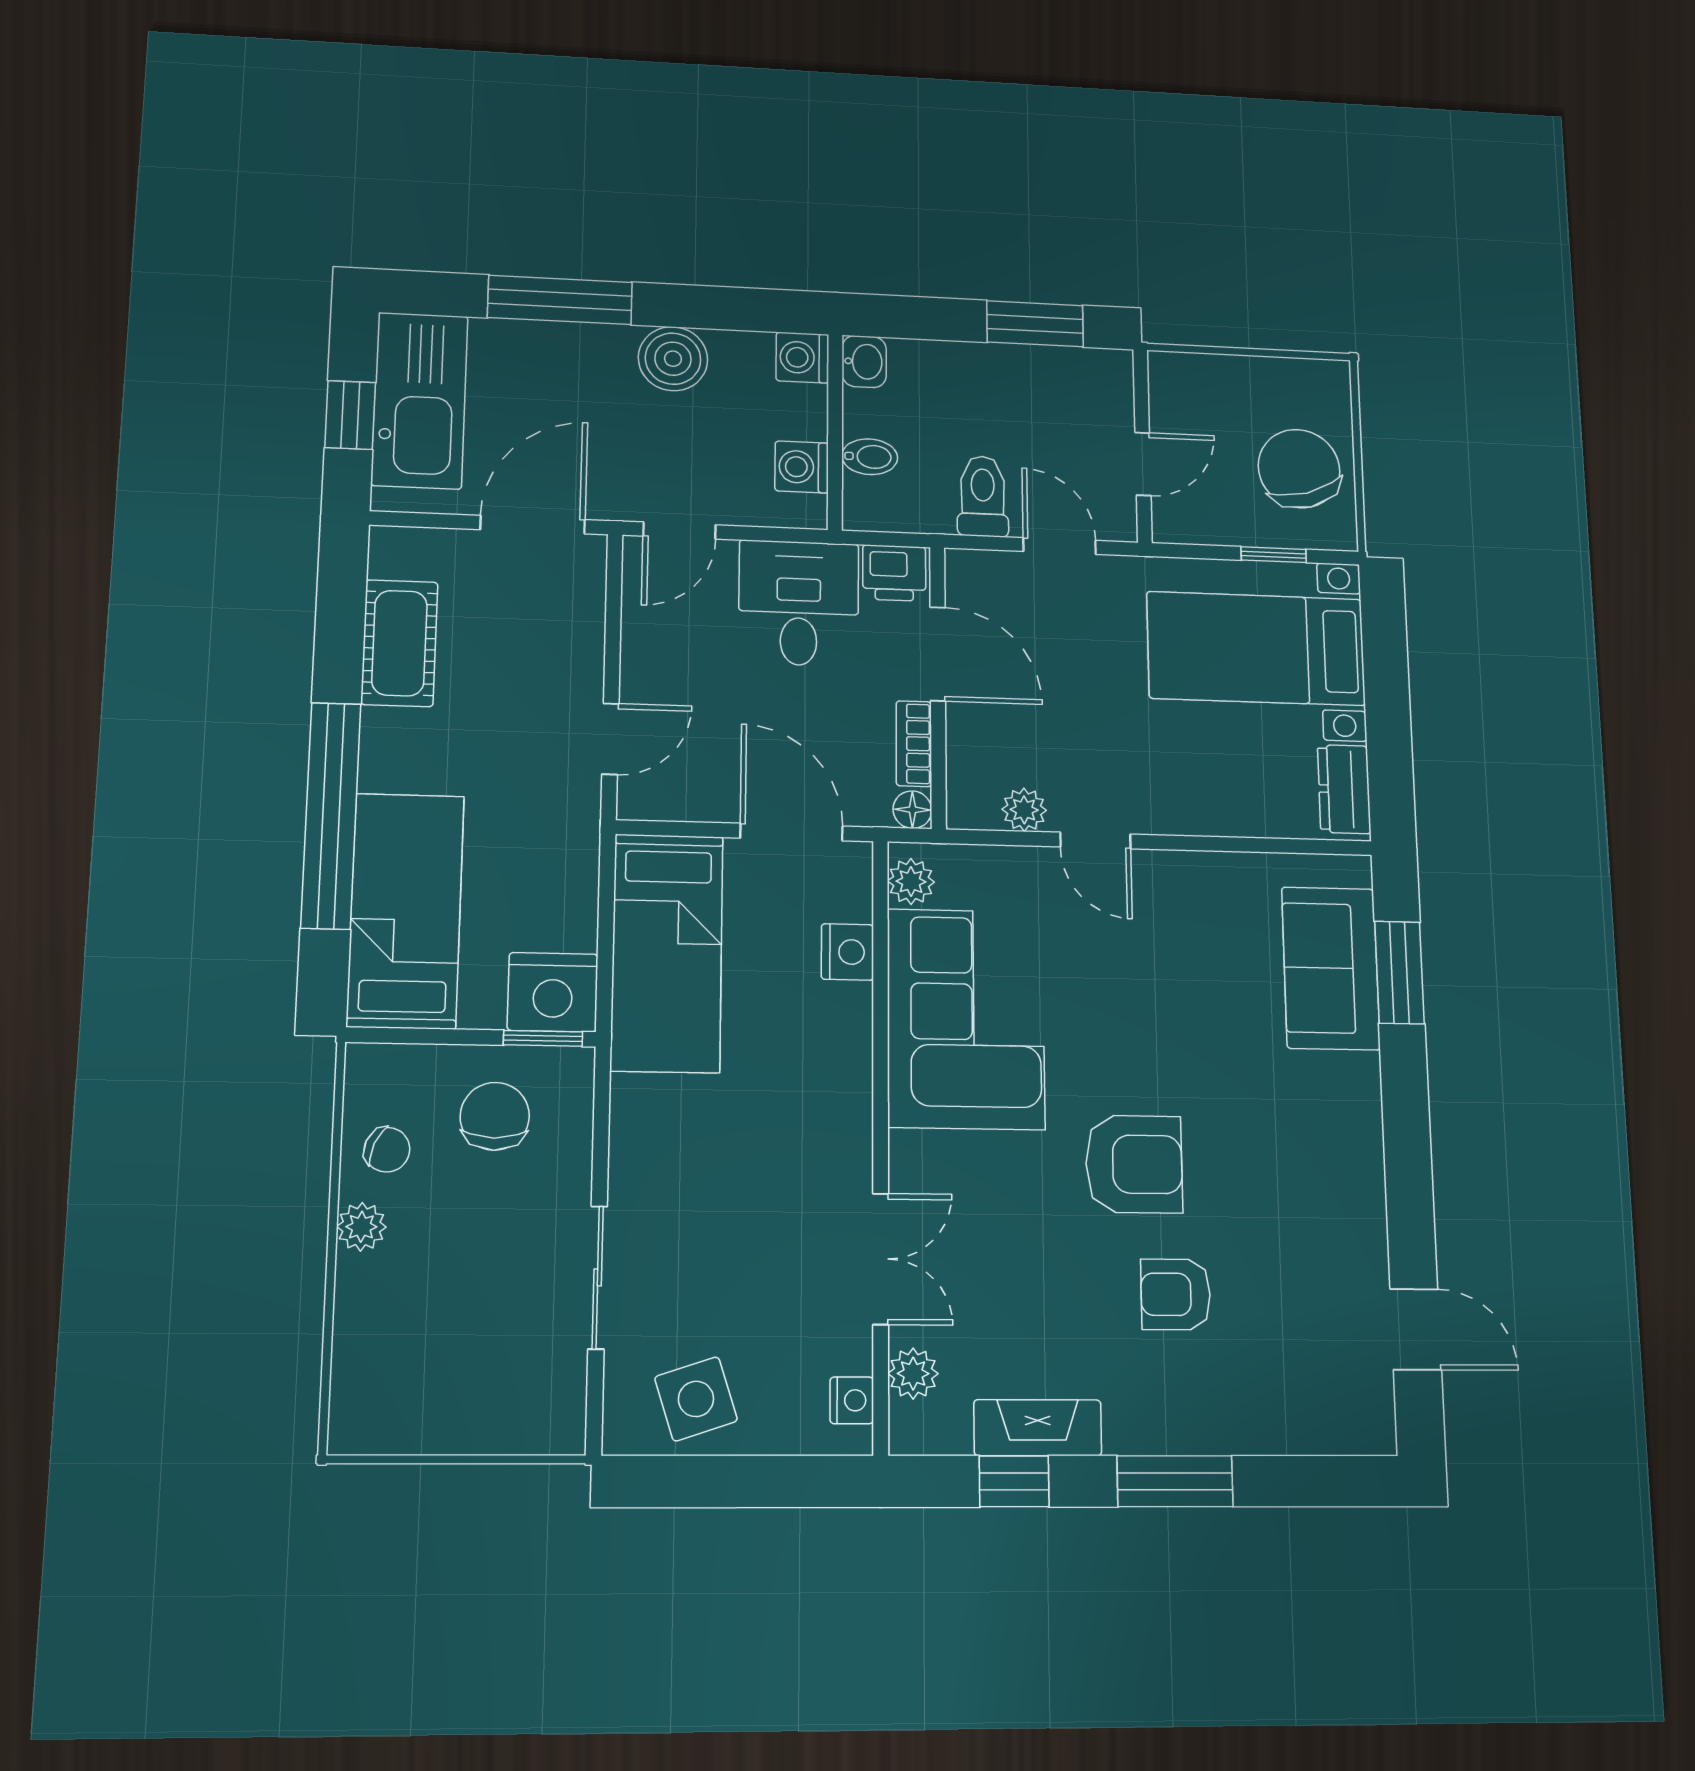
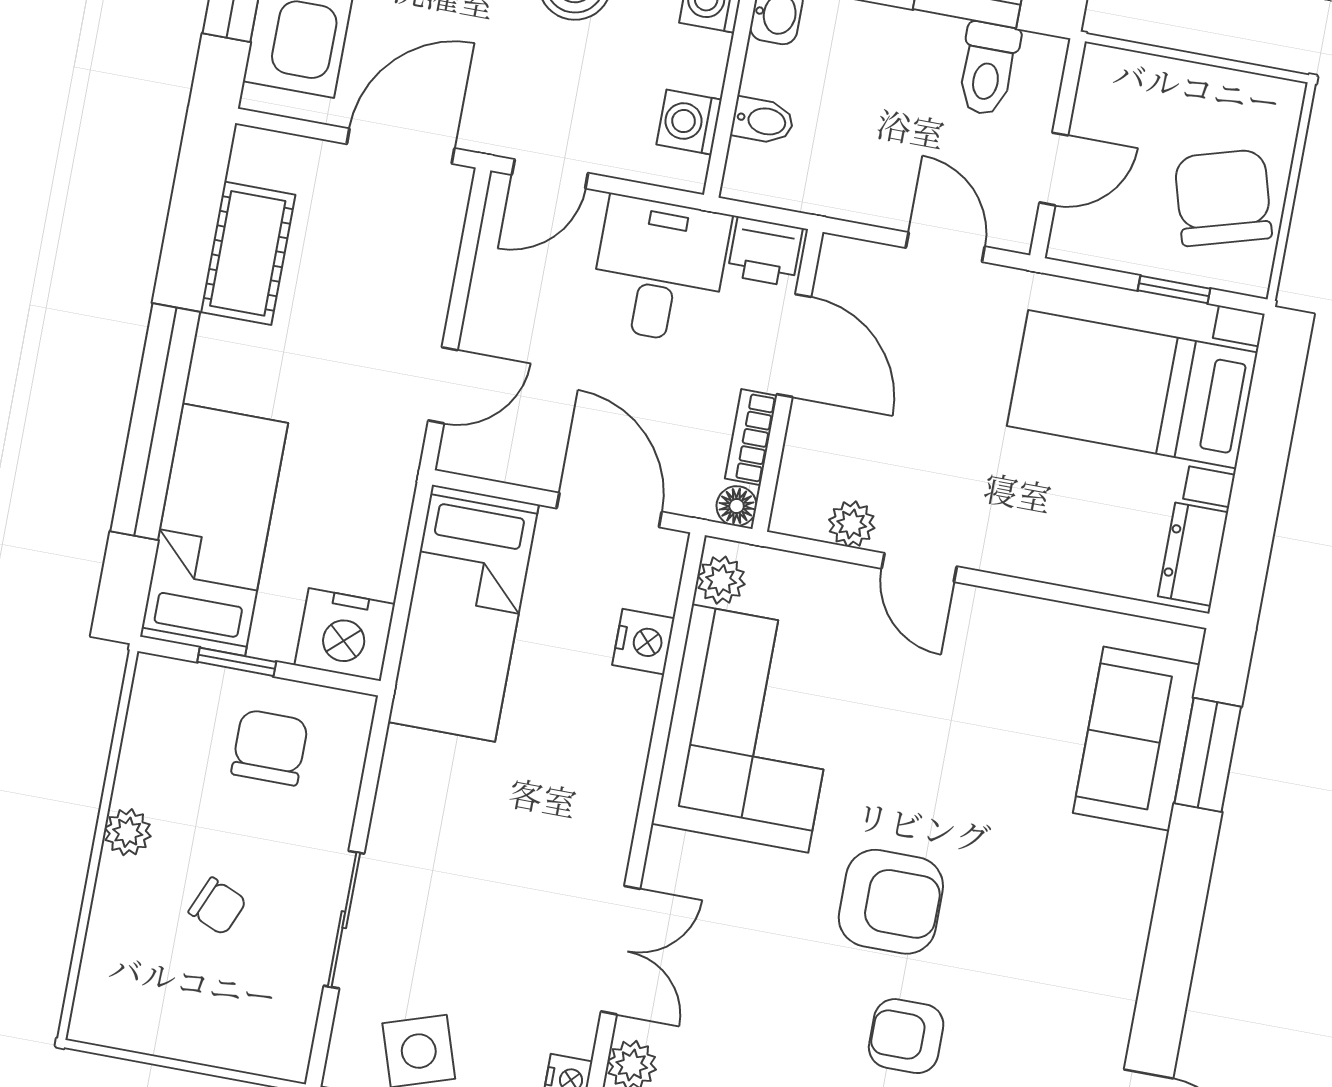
toilet: (983, 496) -> (988, 69), moved, turned 180
window: (543, 1038) -> (237, 662), moved
chair: (387, 1150) -> (218, 906), moved

